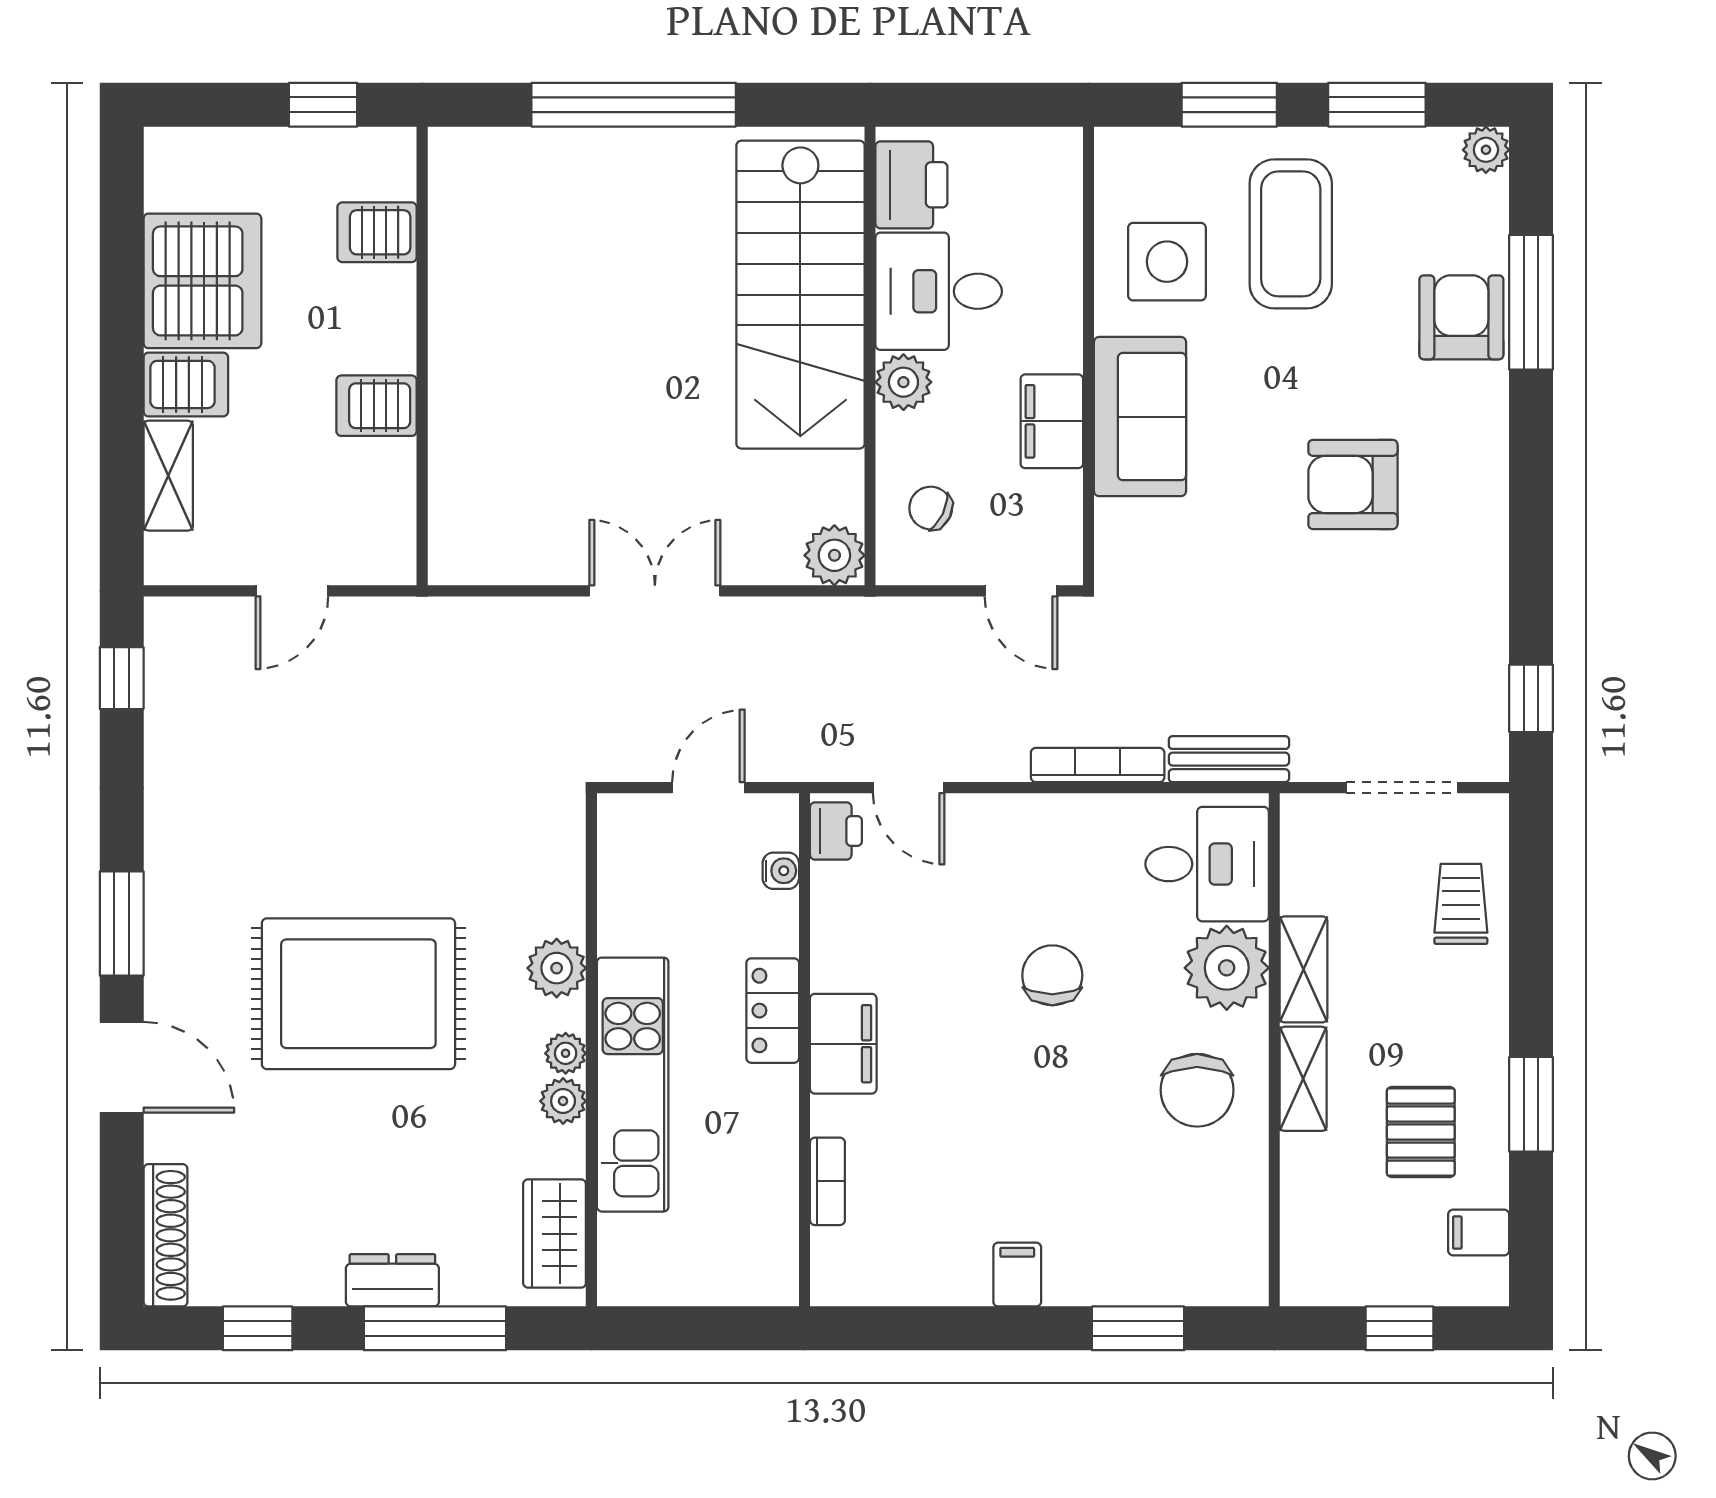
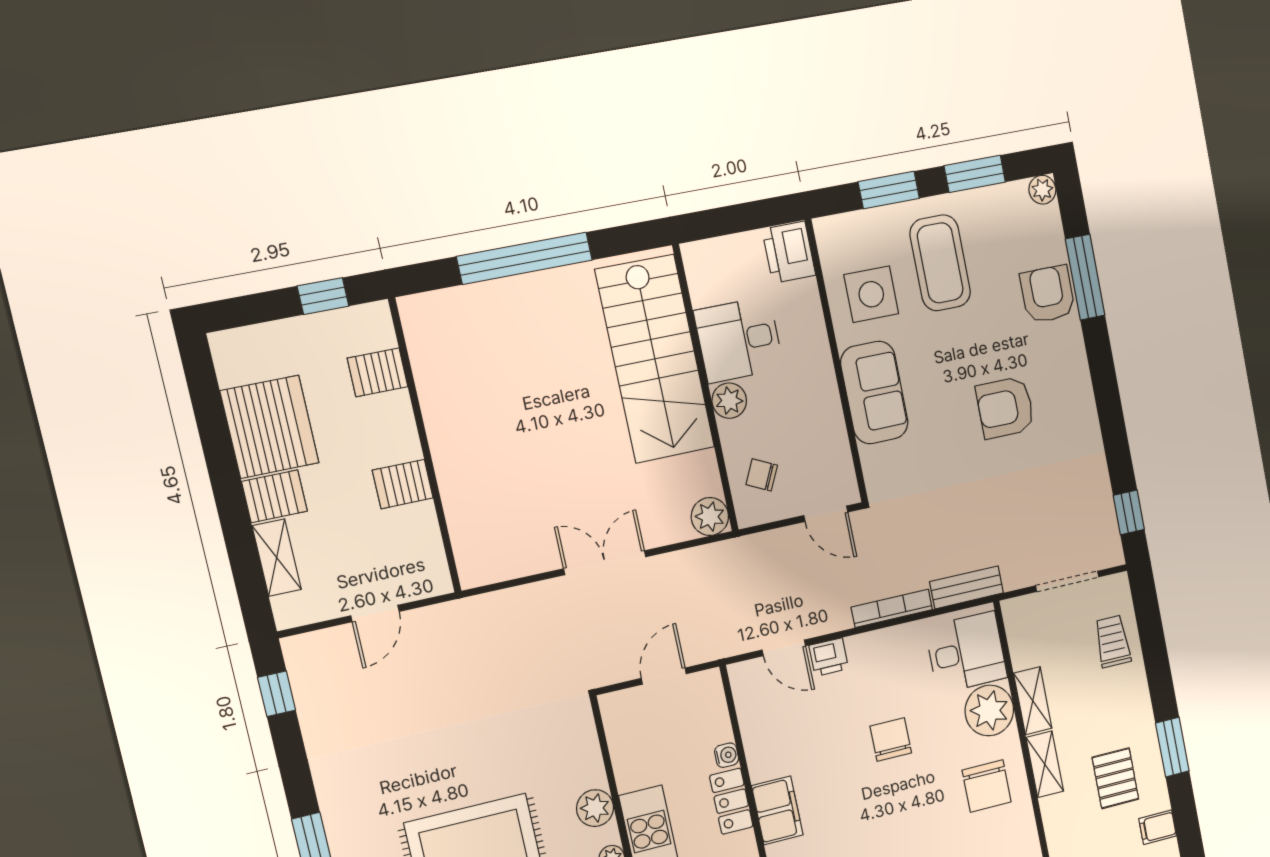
printer: (911, 185) -> (789, 252), moved, turned 180
filing cabinet: (1052, 421) -> (823, 406), removed
printer: (836, 831) -> (829, 657), moved, turned 90
water cooler: (781, 871) -> (727, 755), moved

